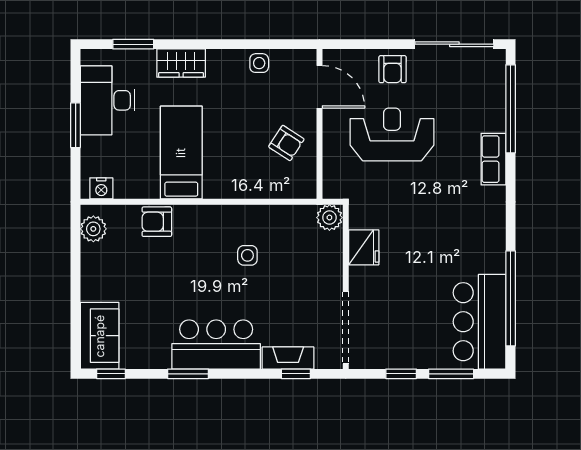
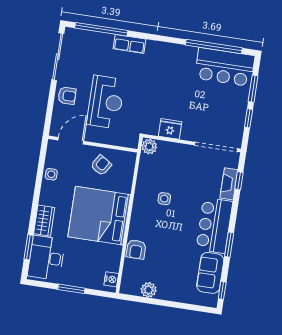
desk: (107, 100) -> (46, 258), moved, turned 90
reception desk: (392, 134) -> (106, 102), turned 180
bed: (181, 153) -> (99, 216), width x2.04
plant: (93, 229) -> (149, 290), moved
sofa: (100, 336) -> (210, 273), moved, turned -90

